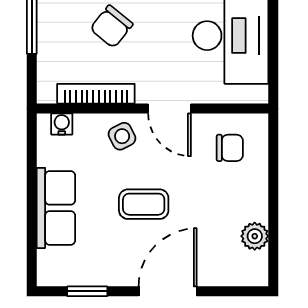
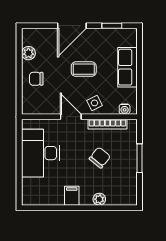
chair: (230, 148) -> (36, 79), moved

